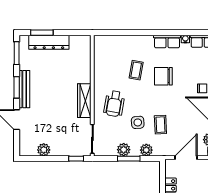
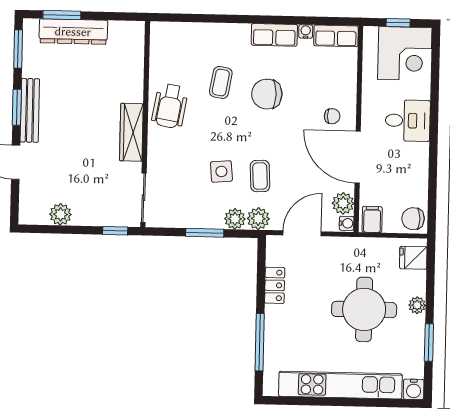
wheelchair: (114, 104) -> (170, 106), moved
plant: (124, 150) -> (258, 219), moved

